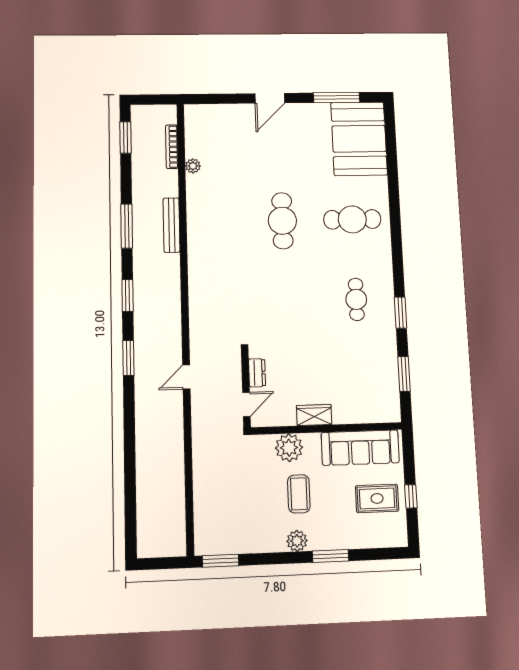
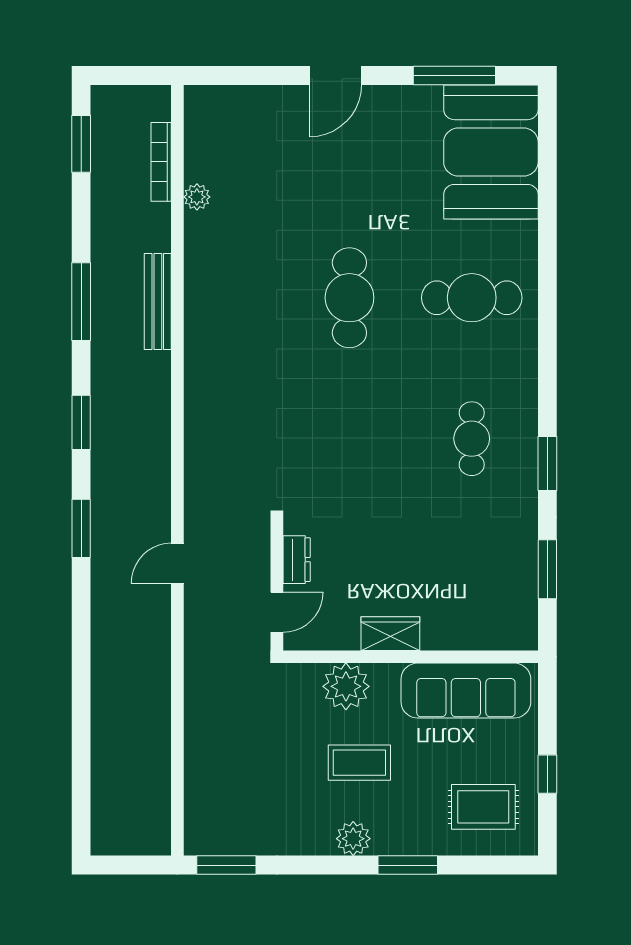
coffee table: (299, 494) -> (359, 763), turned 90
rug: (377, 498) -> (483, 807), moved

